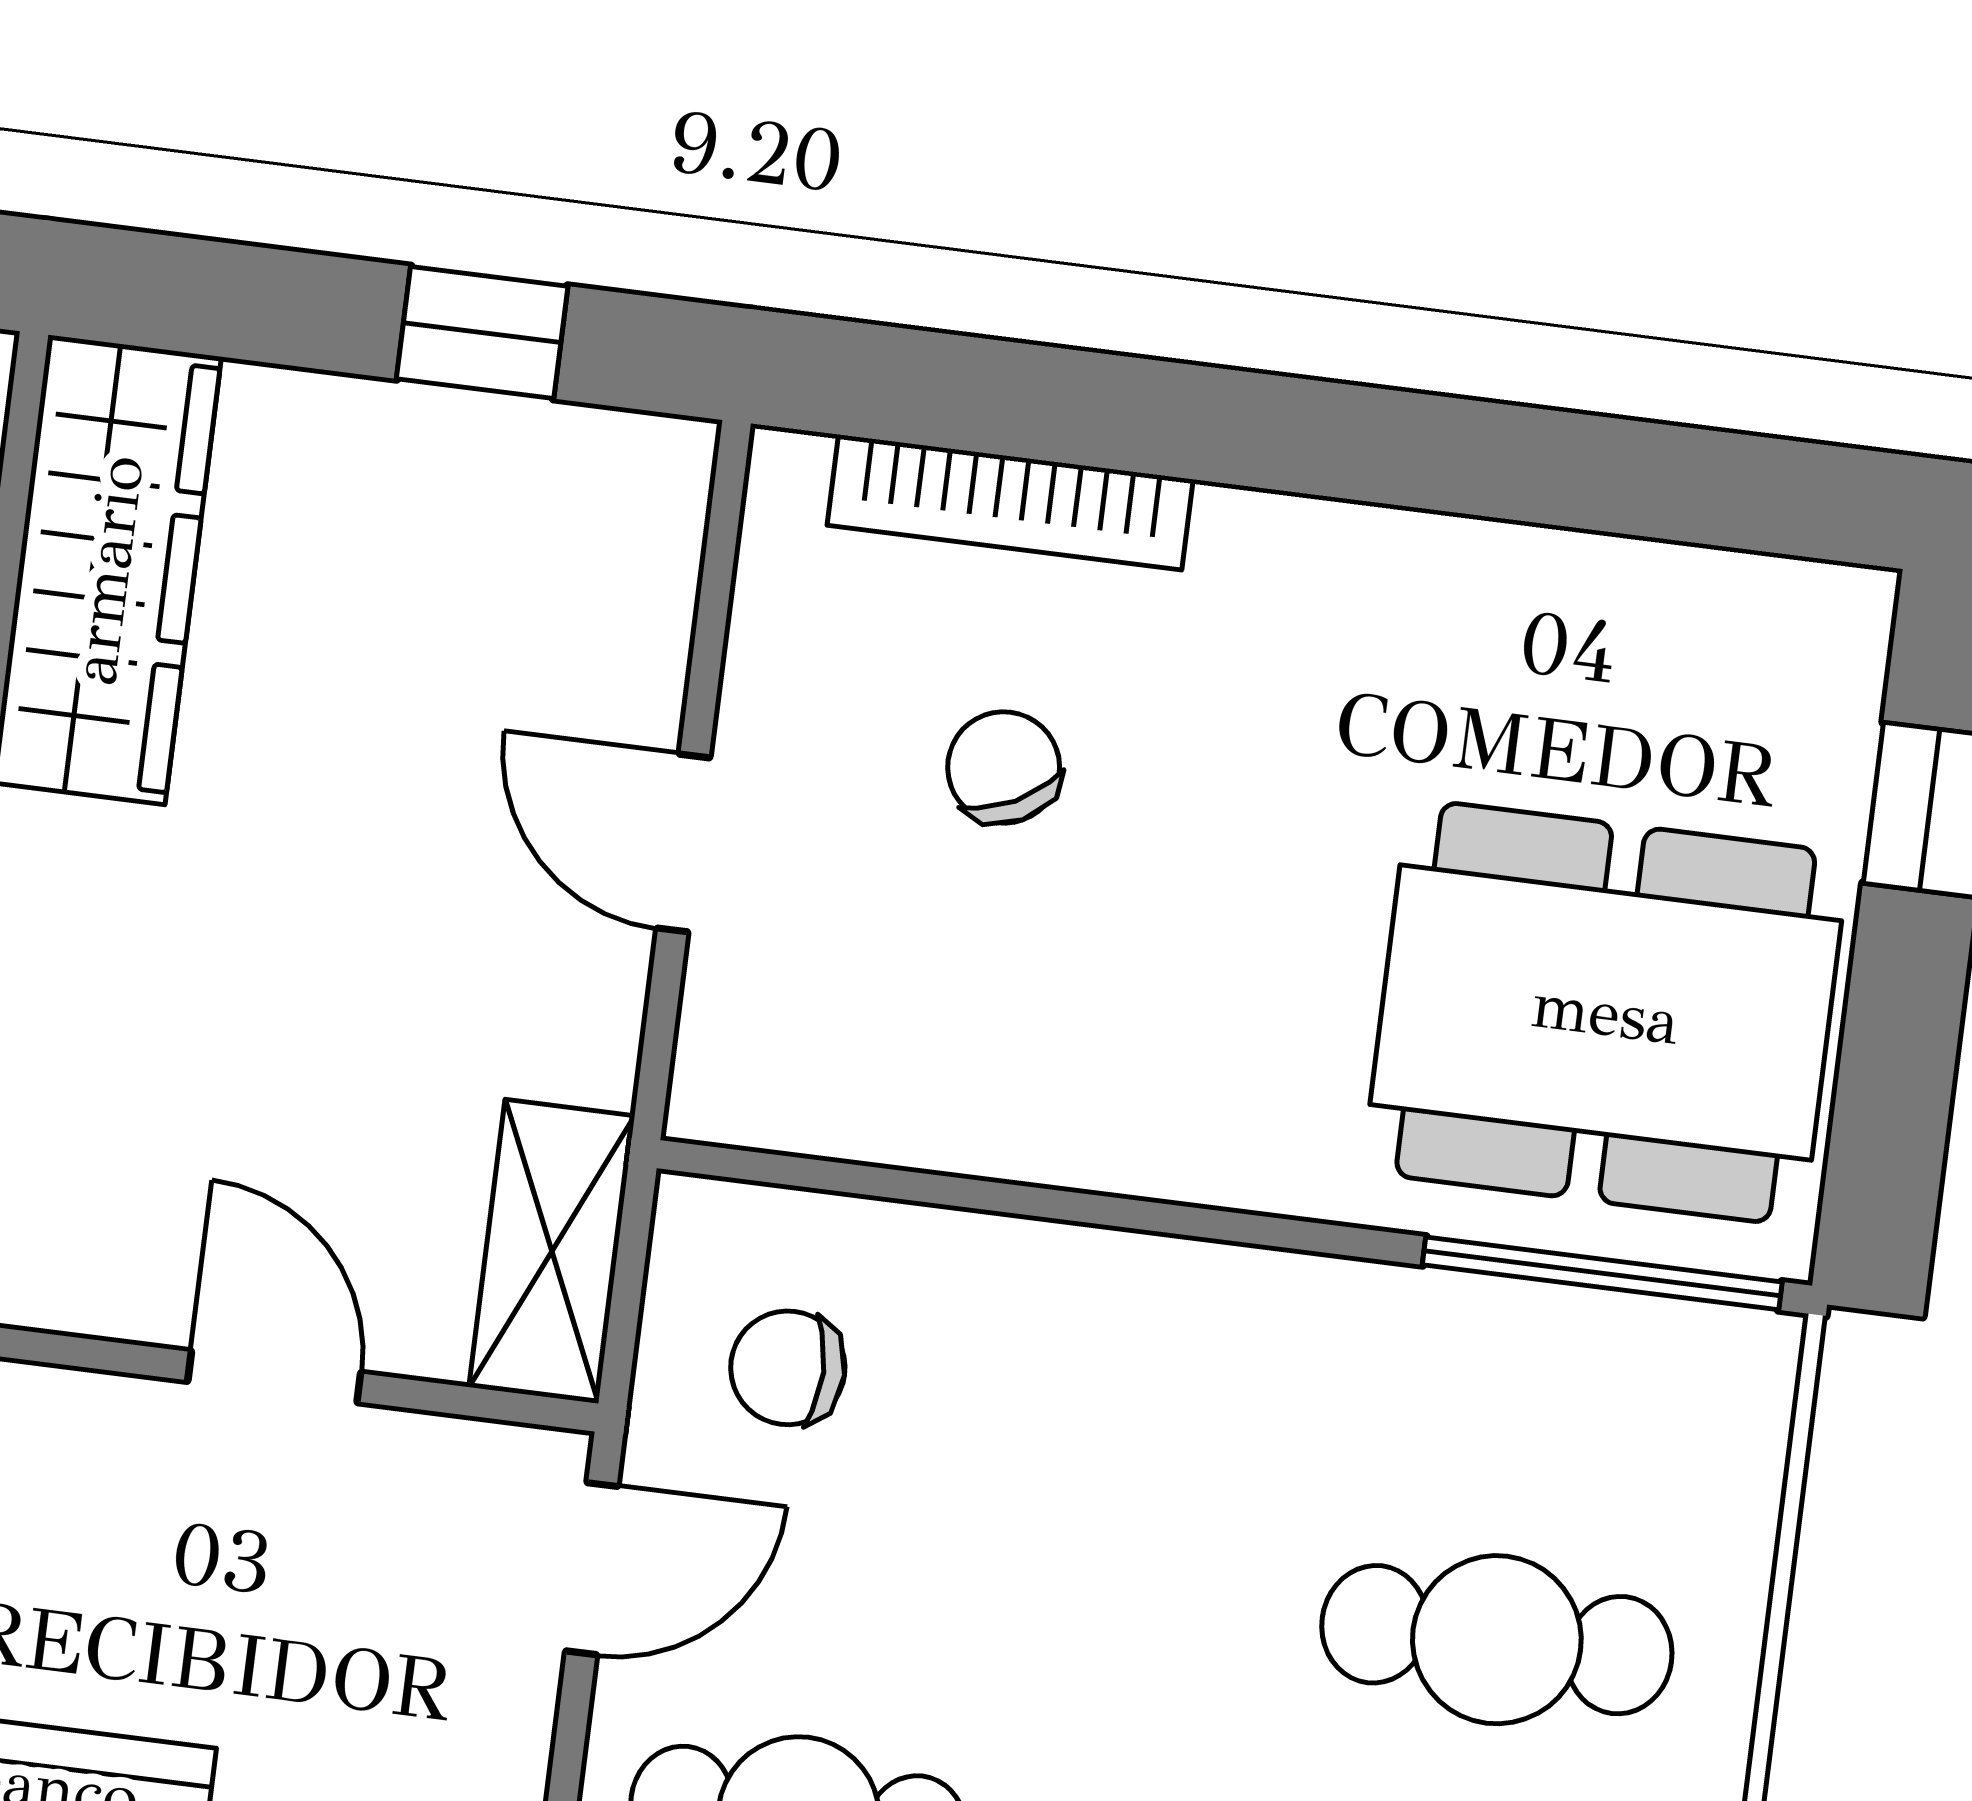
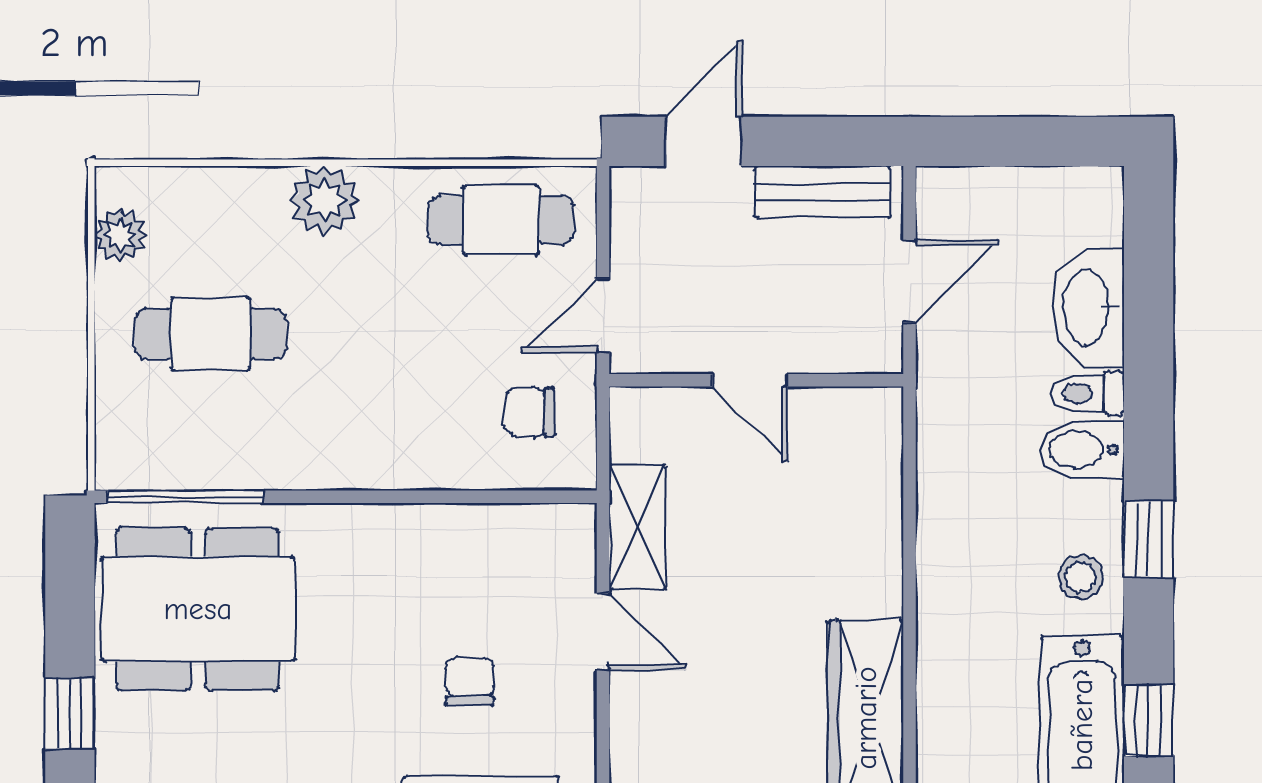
chair: (1004, 767) -> (470, 682), turned -153
shelving: (552, 1251) -> (637, 527), moved
chair: (788, 1368) -> (530, 412), turned 180

